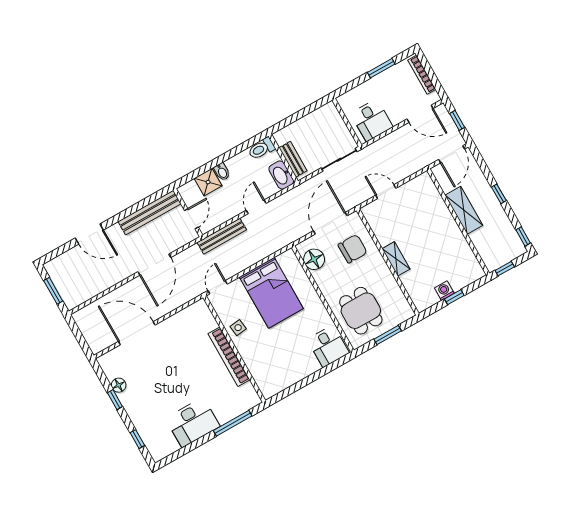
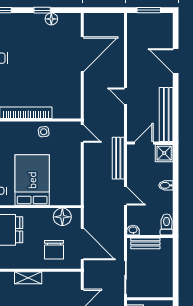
washbasin: (281, 175) -> (133, 230), width x0.52, depth x0.69
shower: (208, 182) -> (164, 153), moved
door: (191, 219) -> (144, 143), swing flipped
door: (89, 234) -> (176, 61), hinge flipped
door: (154, 265) -> (126, 96), width x0.53
bed: (271, 293) -> (32, 180), moved, turned 90

